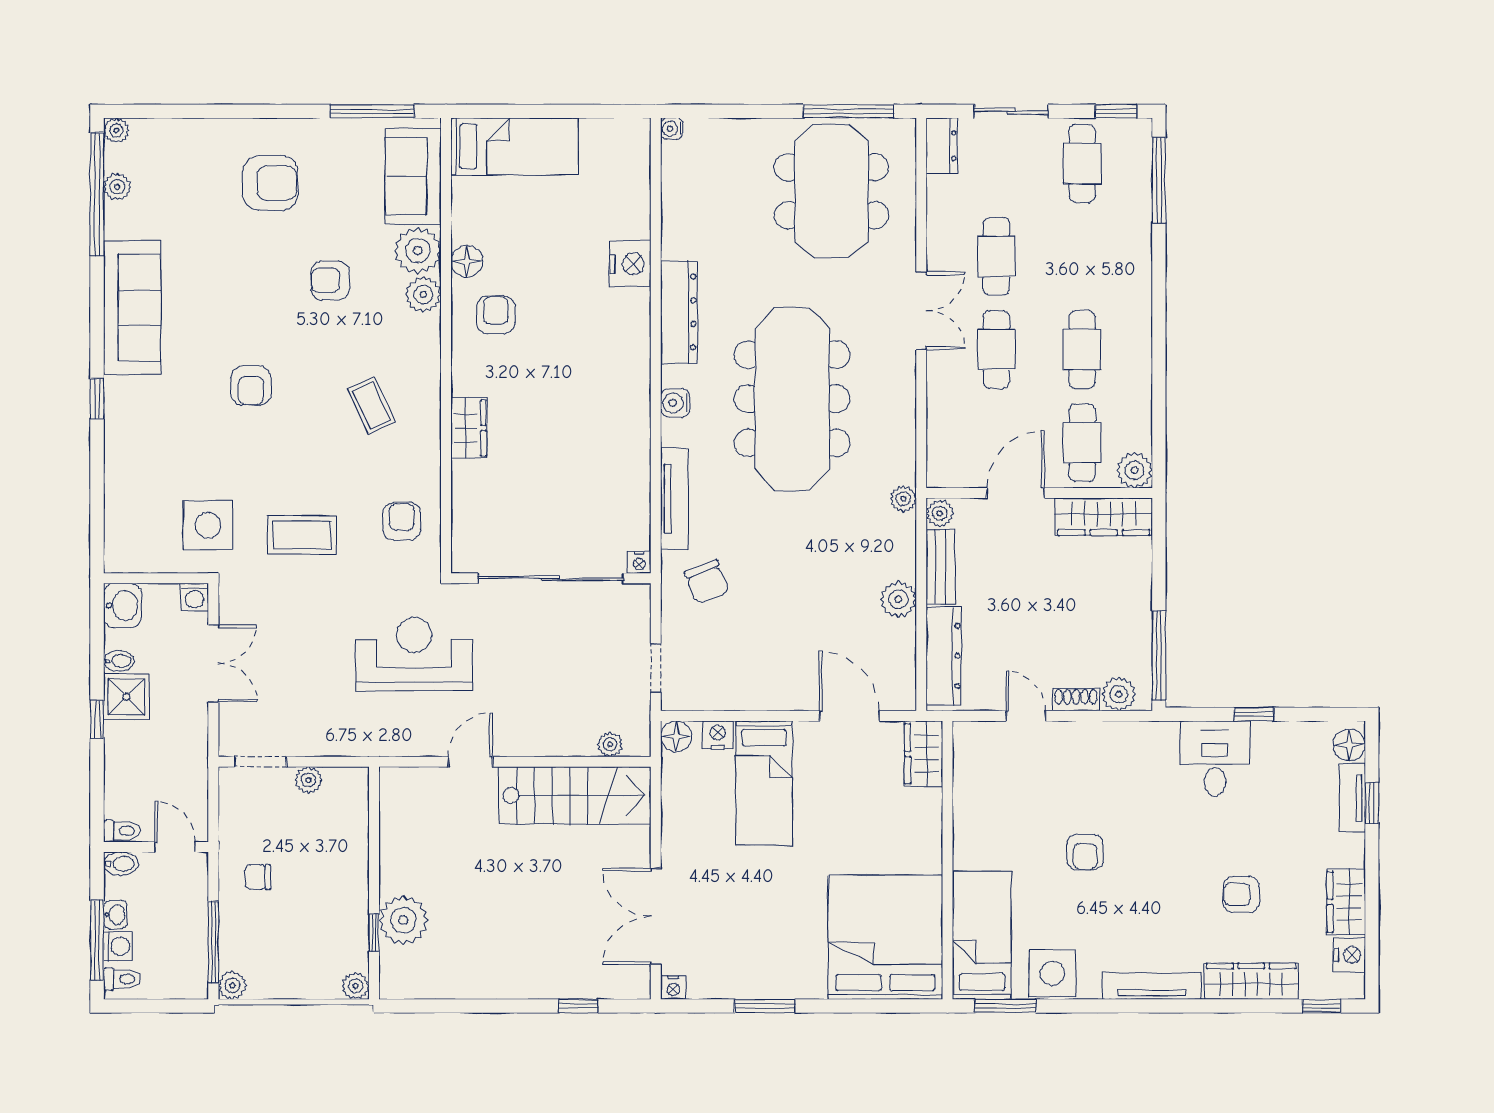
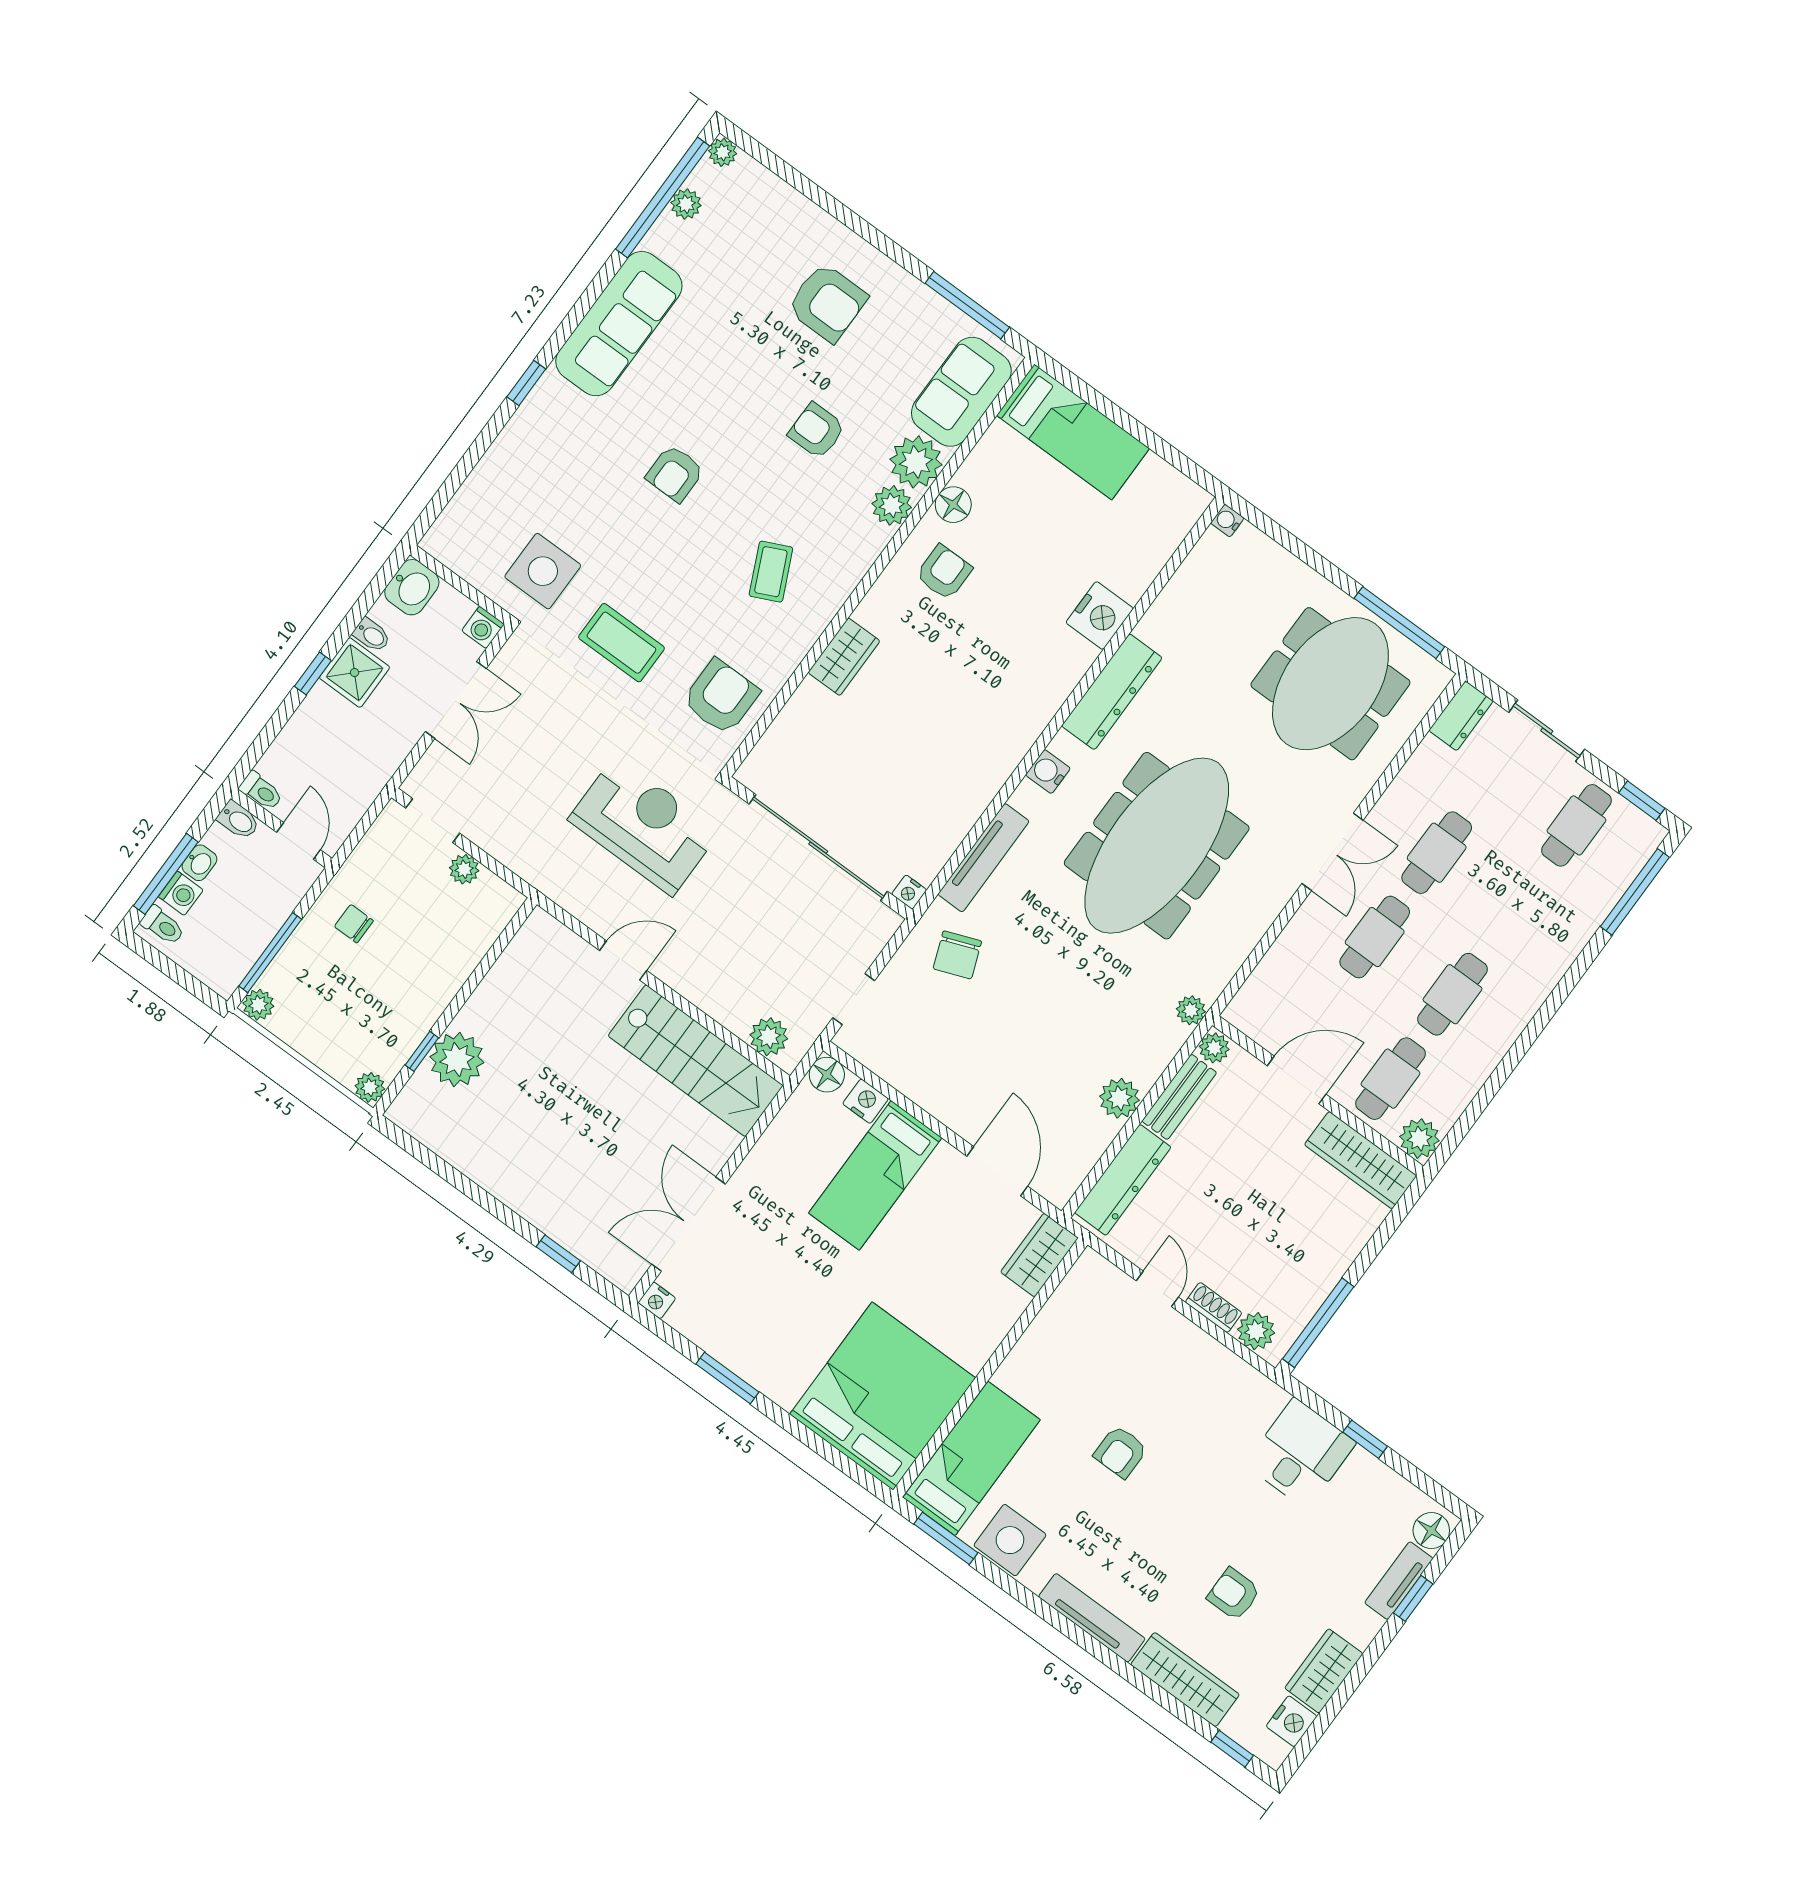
armchair: (402, 521) -> (721, 697), width x1.38, depth x1.38
plant: (610, 744) -> (769, 1037), width x1.38, depth x1.38

